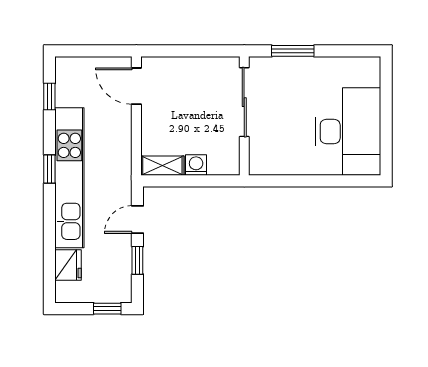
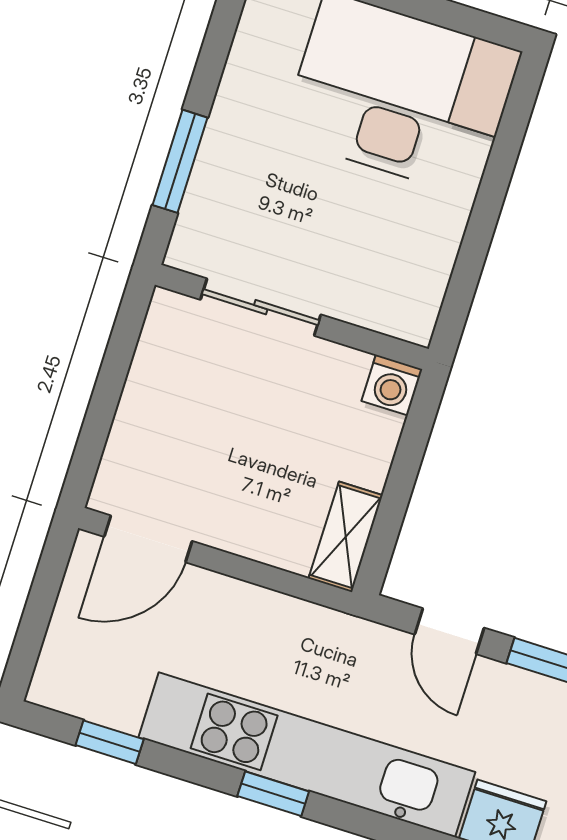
sliding door: (244, 102) -> (261, 307), width x0.73
washing machine: (196, 165) -> (392, 385), moved, turned -90

